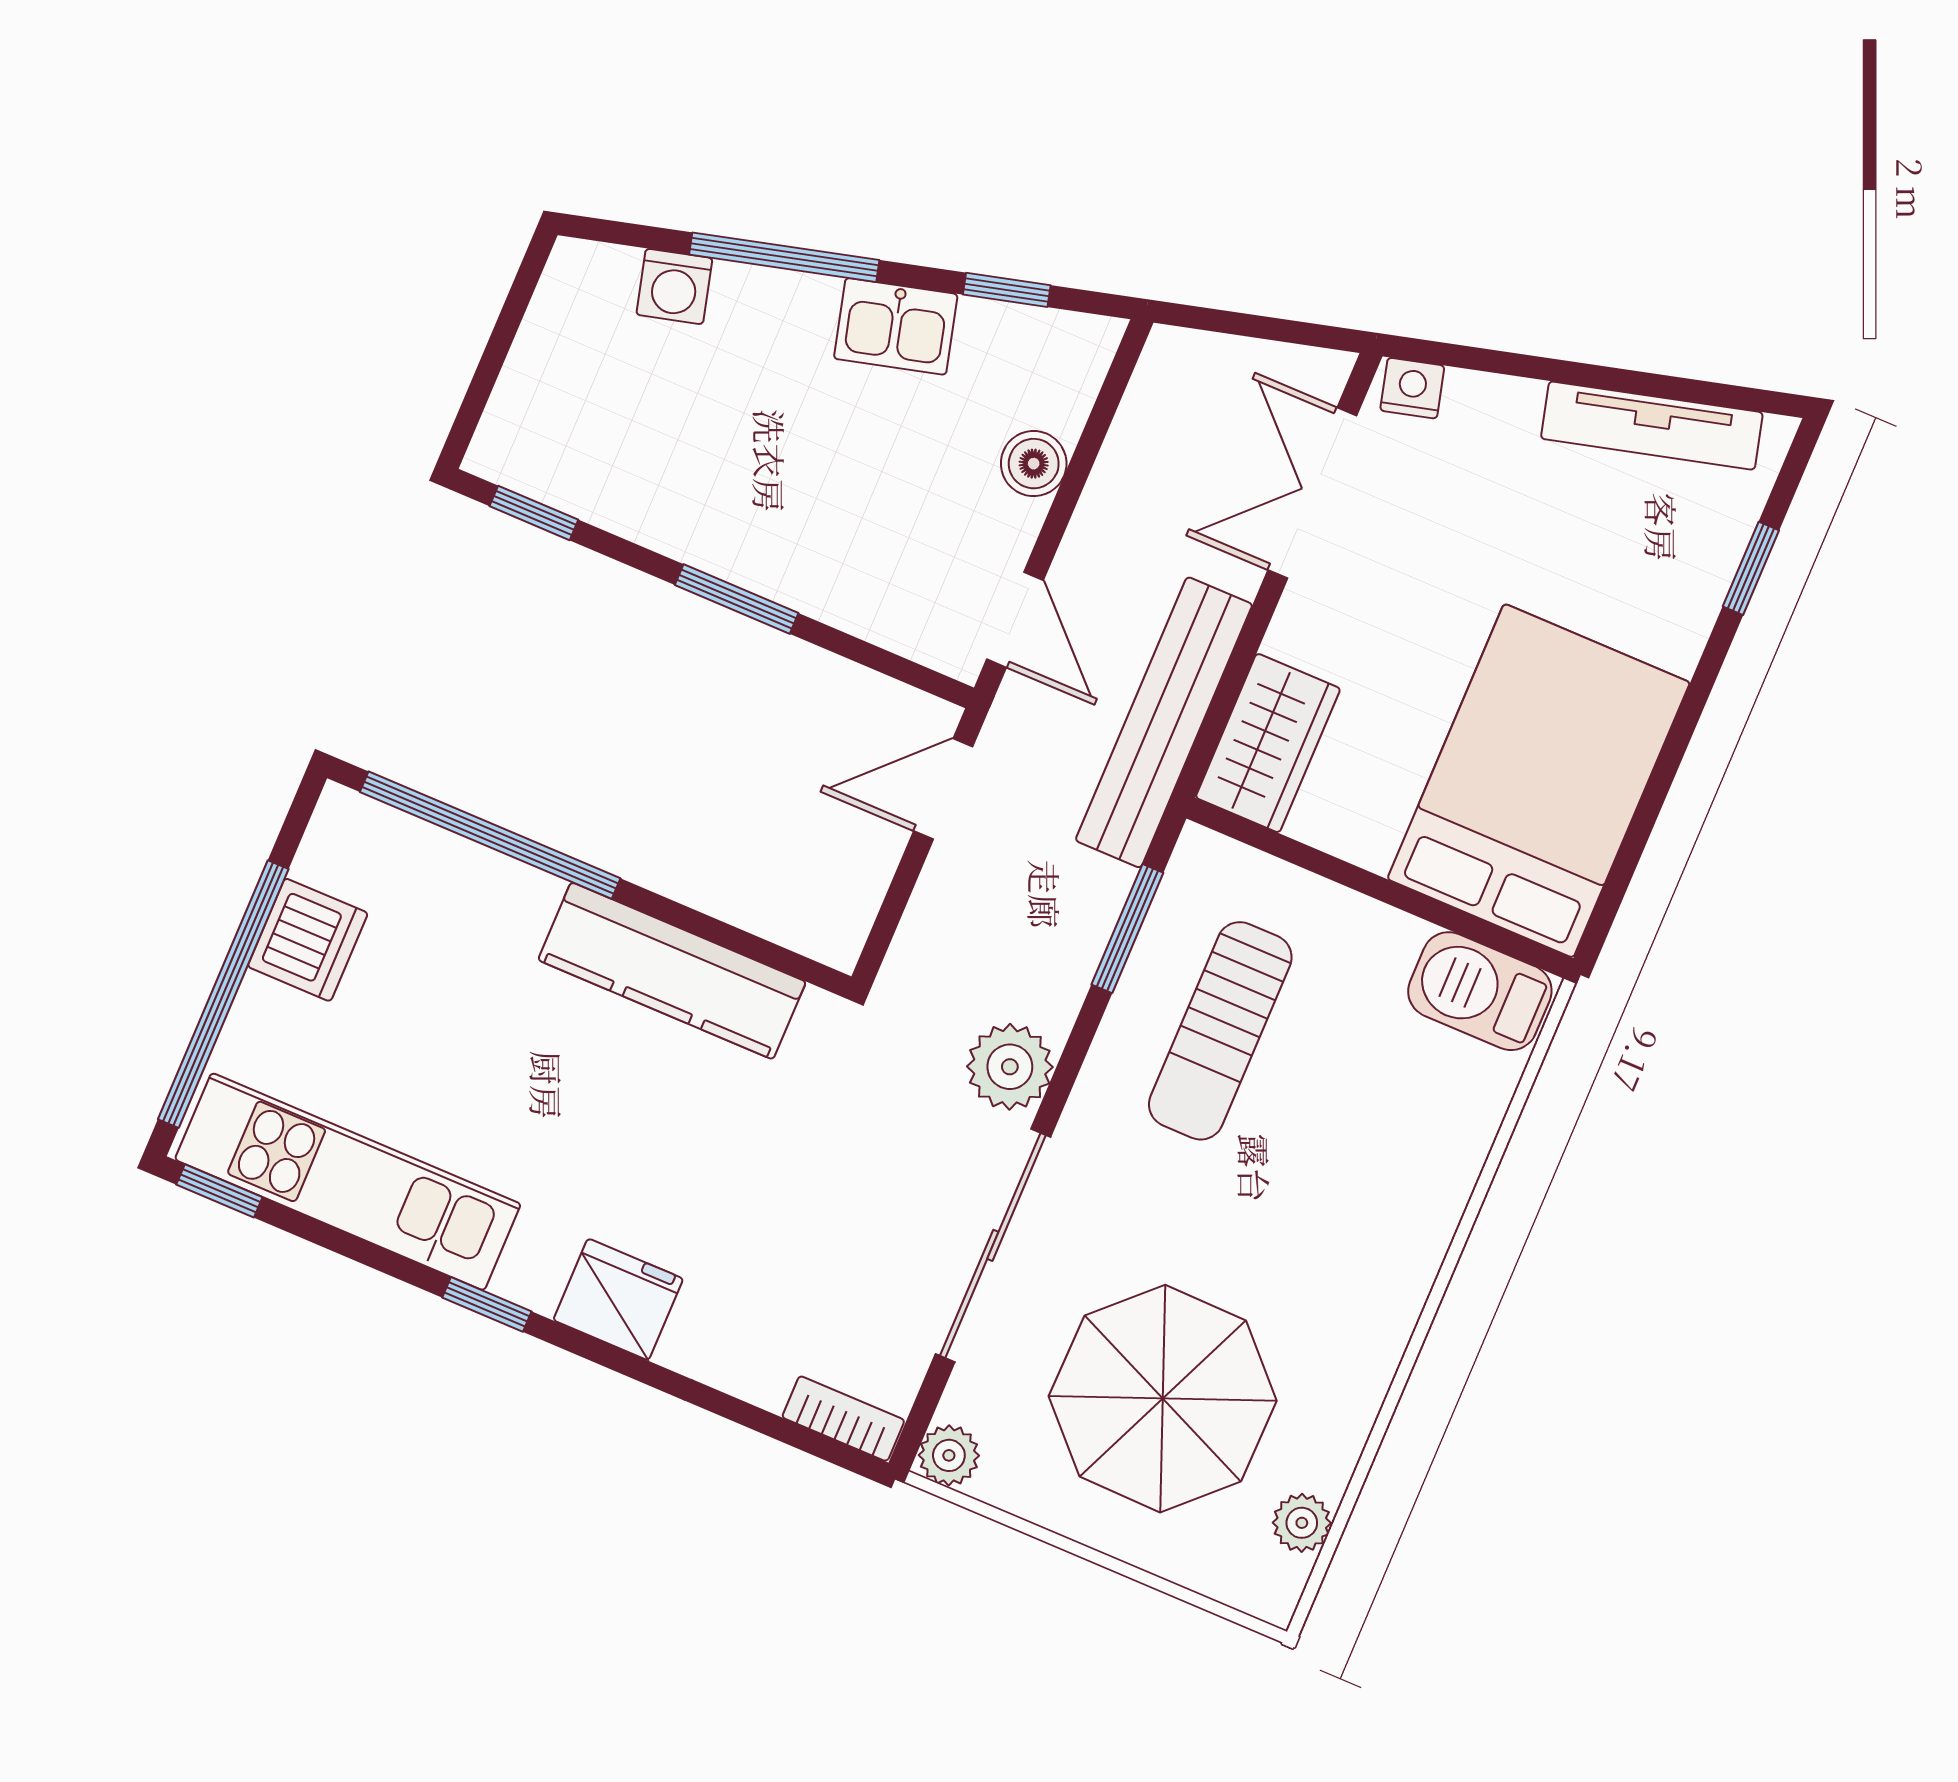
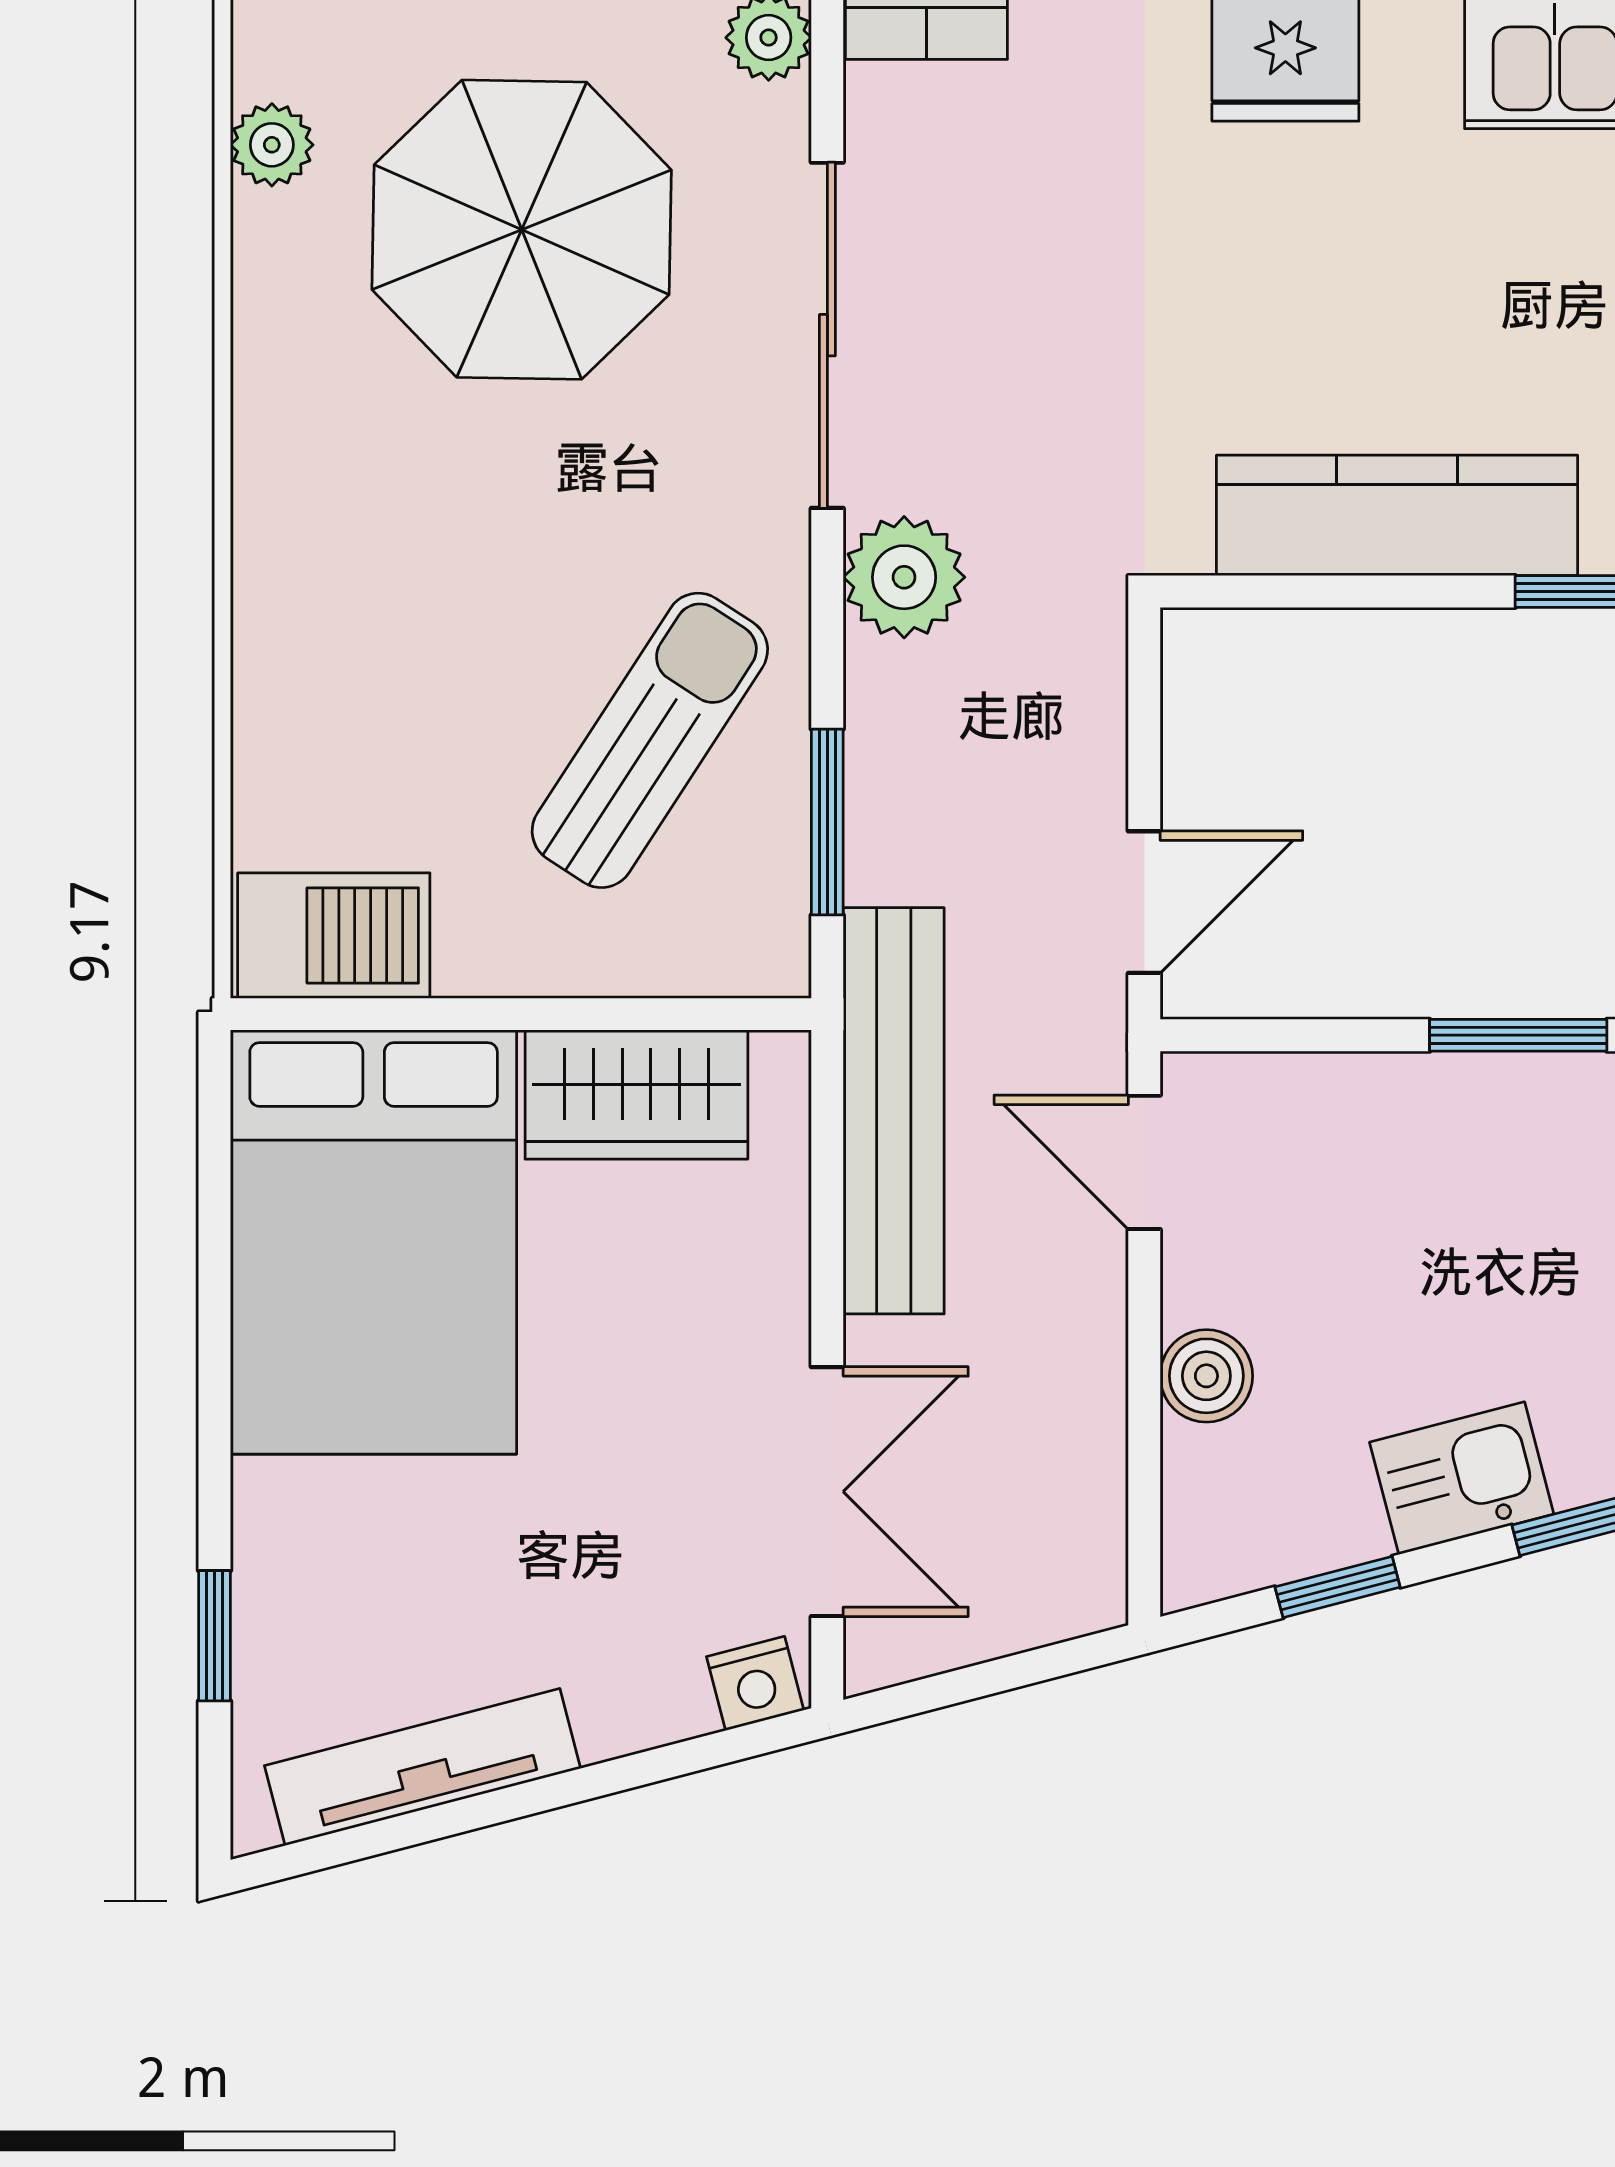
wardrobe: (1268, 743) -> (636, 1095), moved, turned -90
sun lounger: (1220, 1031) -> (650, 740), turned 33

